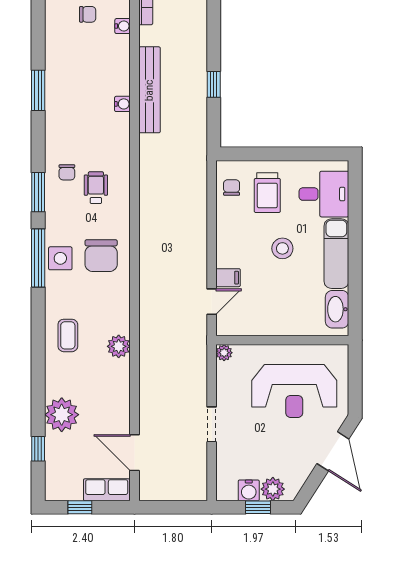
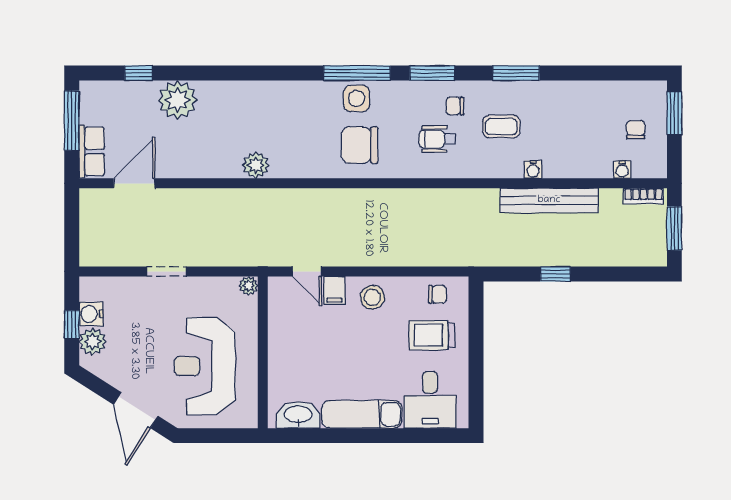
chair: (88, 14) -> (636, 130), turned 180
window: (38, 90) -> (516, 73), moved
wheelchair: (96, 188) -> (437, 139), turned 180
stool: (282, 248) -> (372, 297), moved
coffee table: (68, 335) -> (501, 127), moved
door: (333, 451) -> (136, 410), hinge flipped
window: (80, 507) -> (72, 121), width x2.17

